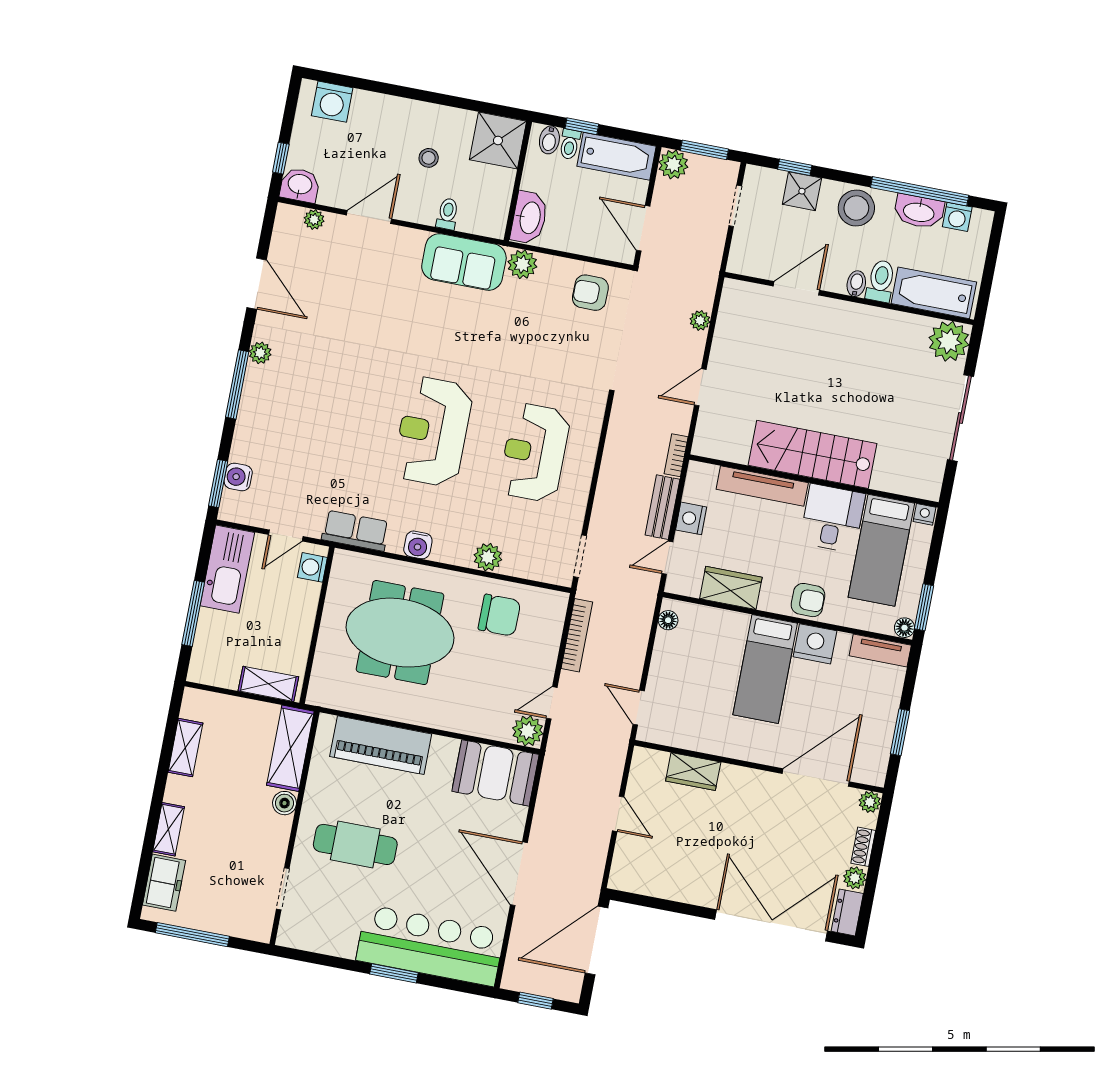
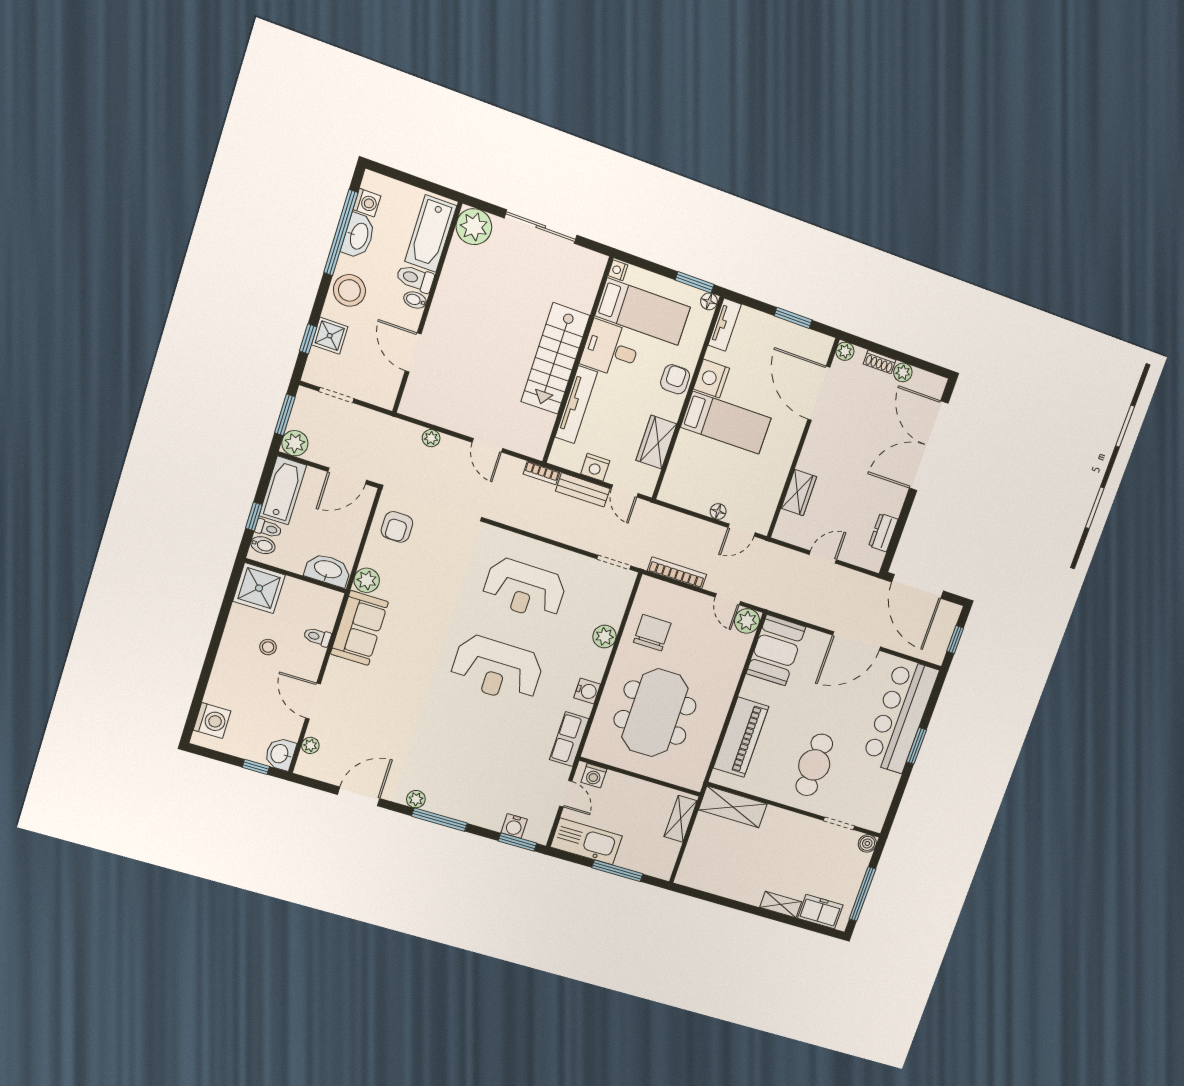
floor lamp: (668, 620) -> (718, 511), moved
shelving: (185, 748) -> (720, 886), removed
boiler: (284, 803) -> (867, 843), moved
dresser: (847, 912) -> (883, 533), moved, turned 90

